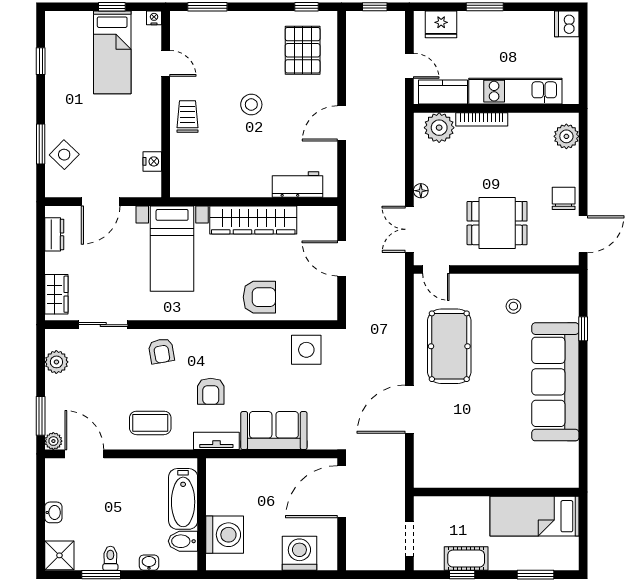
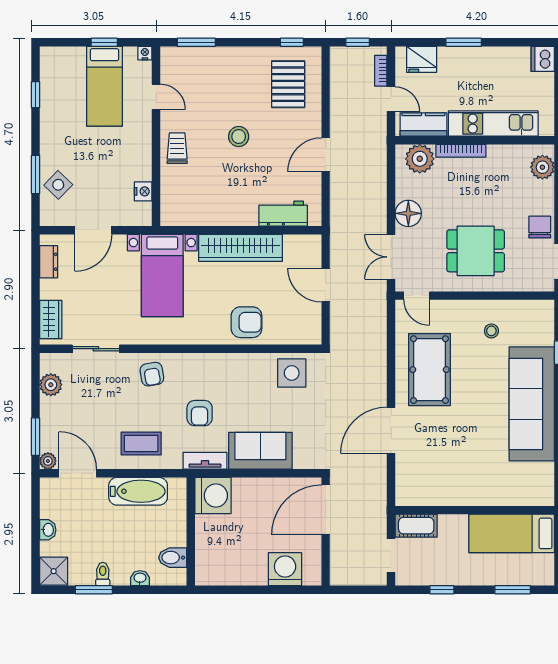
bookcase: (399, 36) -> (381, 71), added
floor lamp: (421, 191) -> (408, 213), width x1.89, depth x1.89
bathtub: (183, 499) -> (138, 491), moved, turned -90
washing machine: (225, 535) -> (213, 496), moved
cot: (466, 559) -> (416, 526), moved

